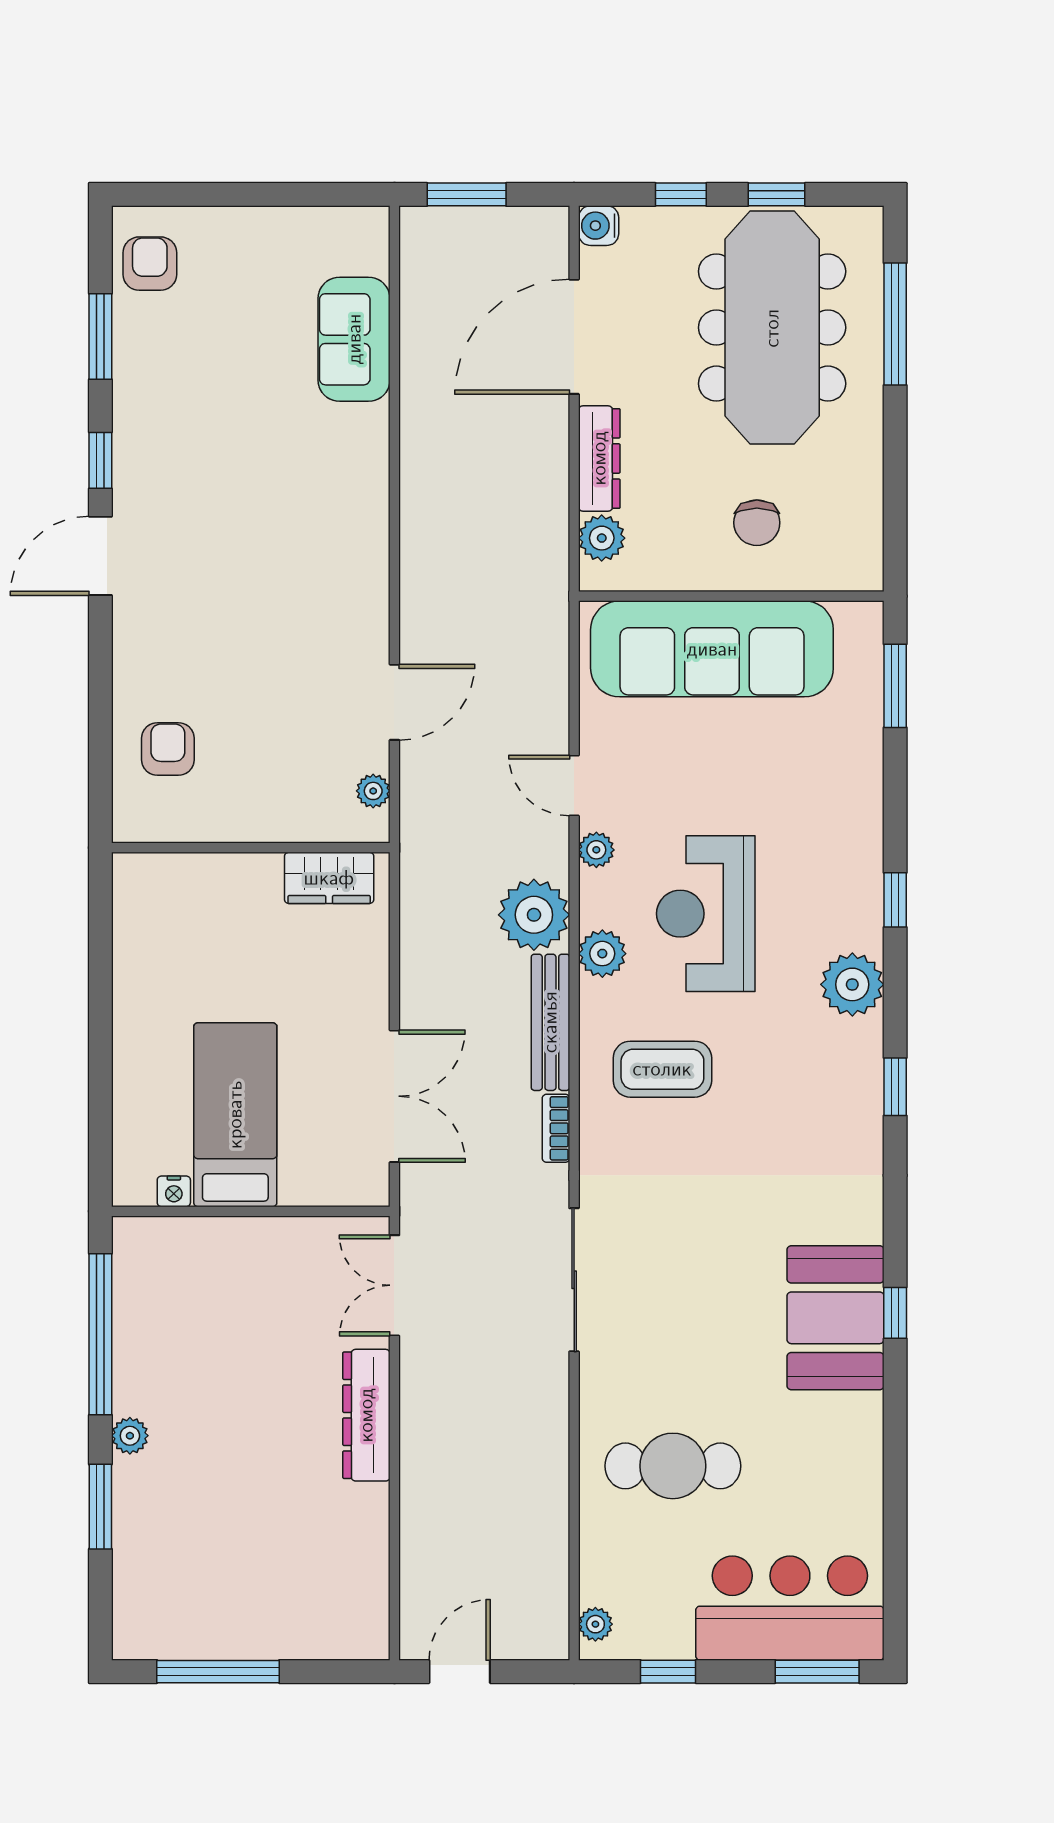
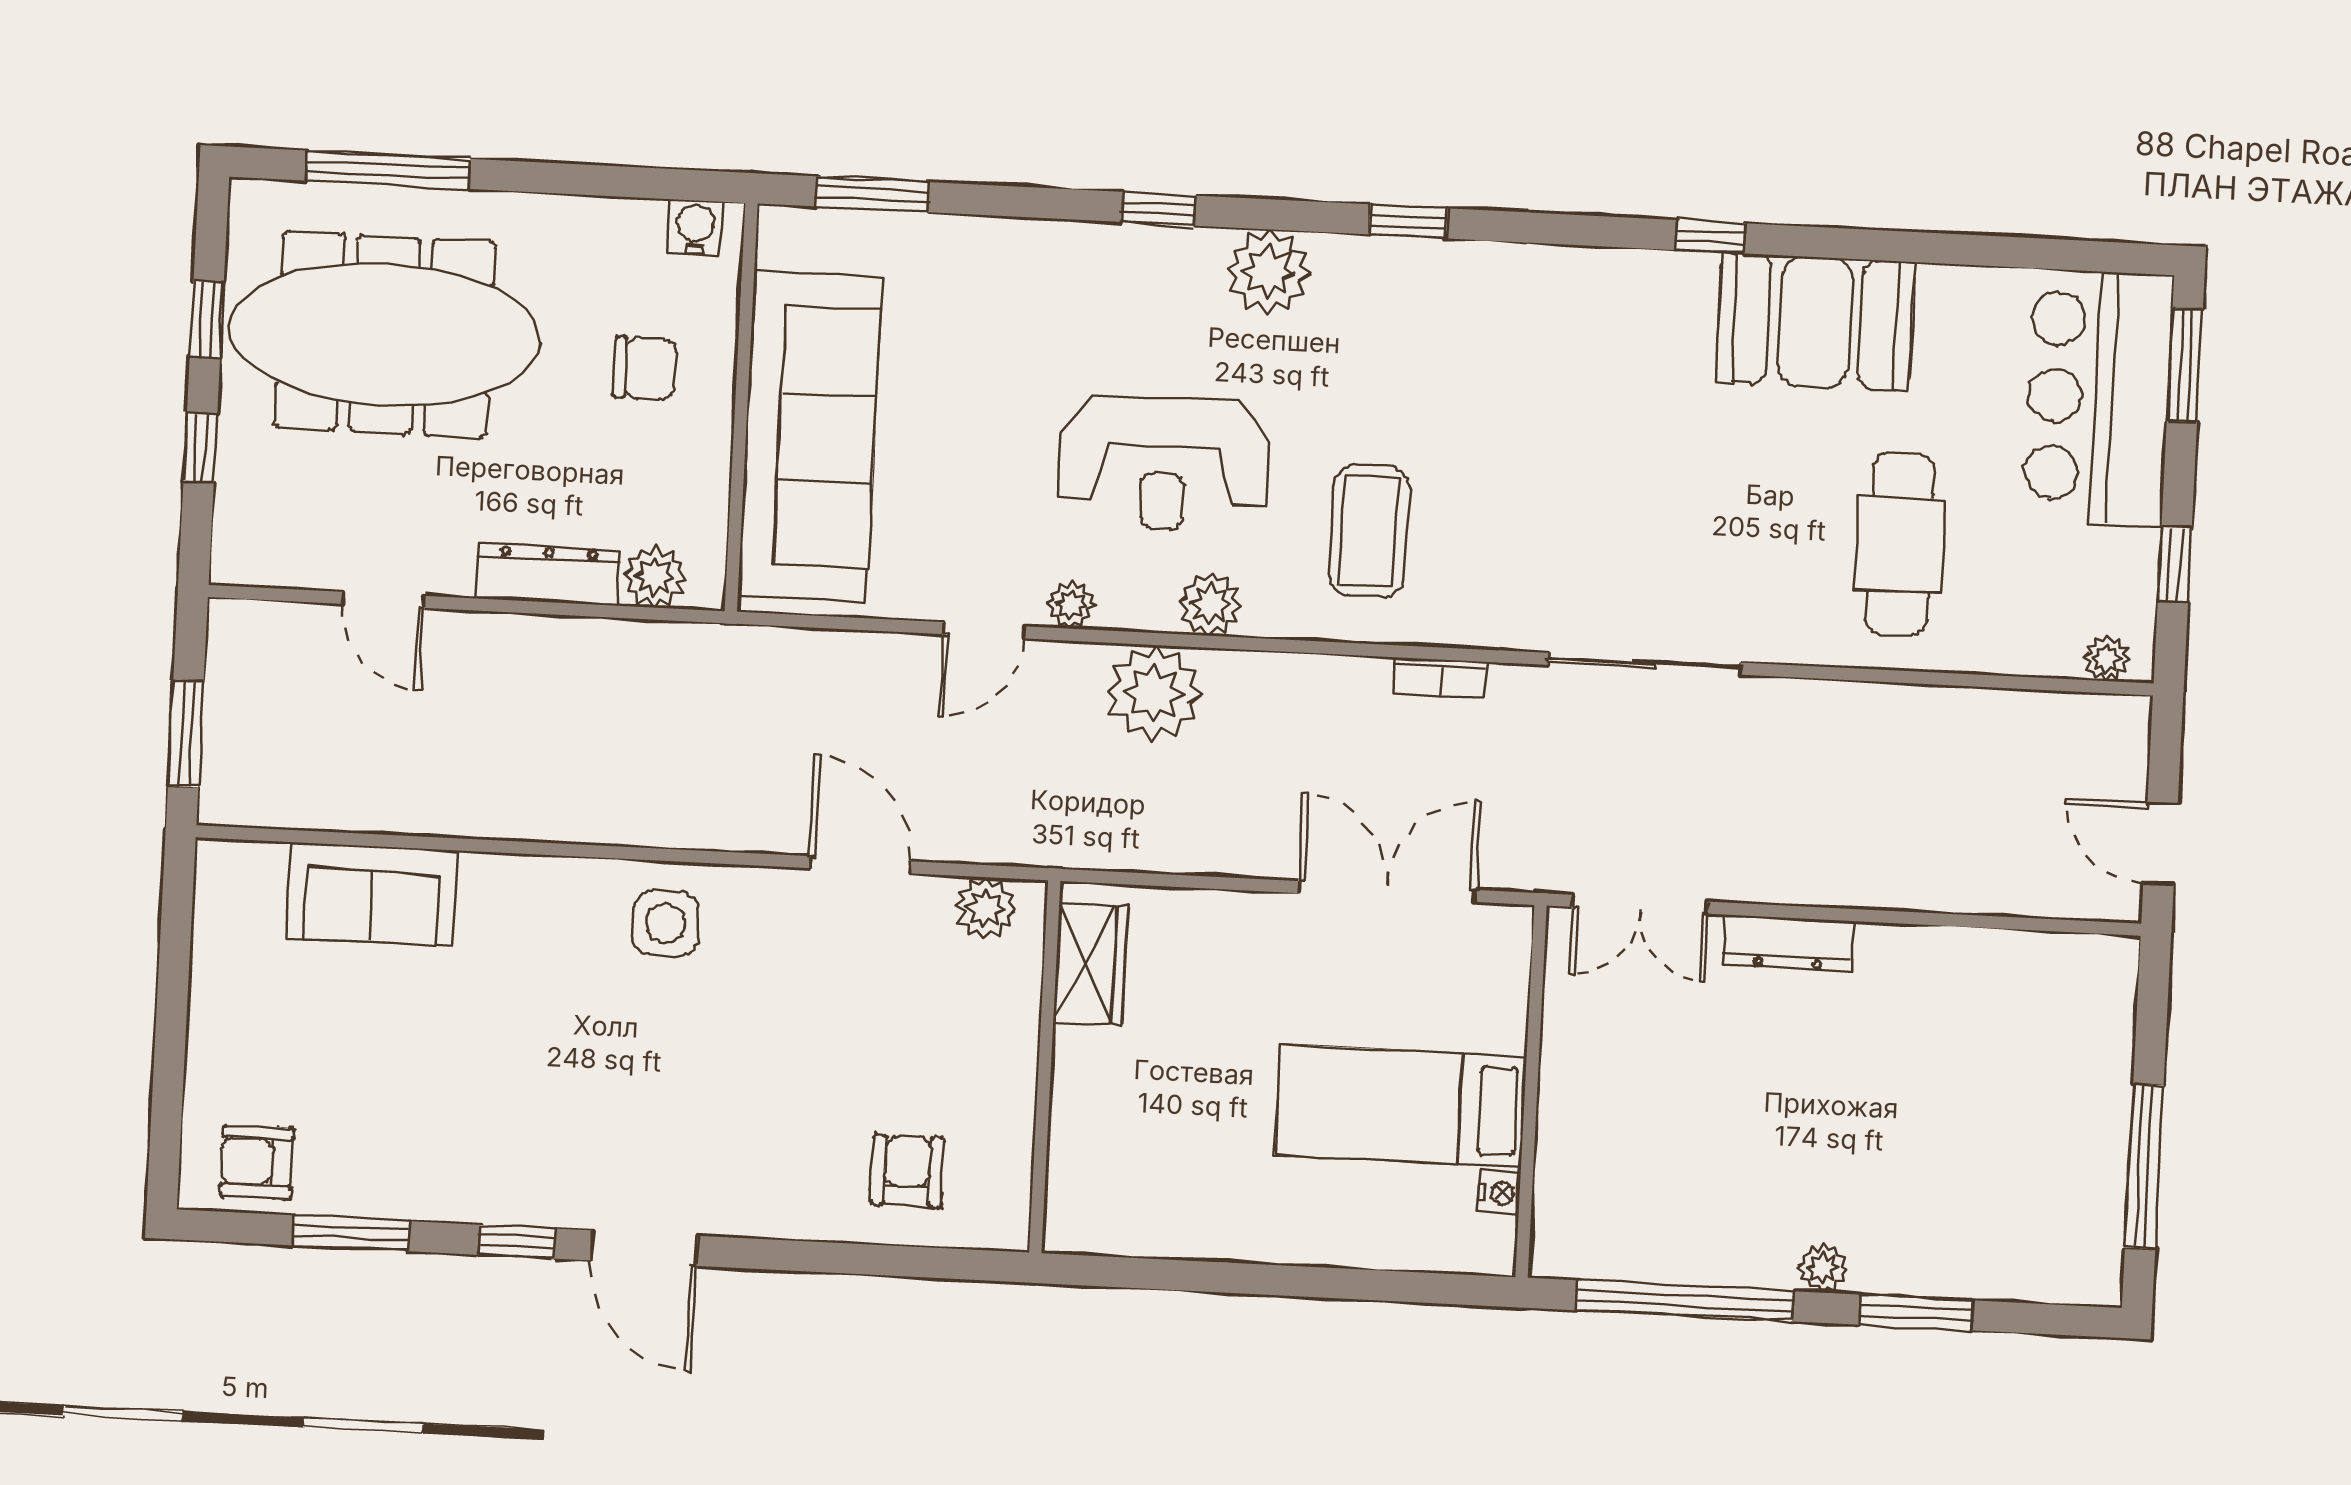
water cooler: (599, 226) -> (695, 227), moved, turned 180
door: (574, 337) -> (383, 600), width x0.53
side table: (343, 559) -> (665, 923), added
armchair: (168, 749) -> (907, 1171), turned 90
plant: (373, 791) -> (985, 908), width x1.38, depth x1.38
bench: (550, 1022) -> (1299, 678), removed
booth: (835, 1318) -> (1815, 322), moved
dresser: (366, 1415) -> (1788, 943), width x0.73, depth x0.80

